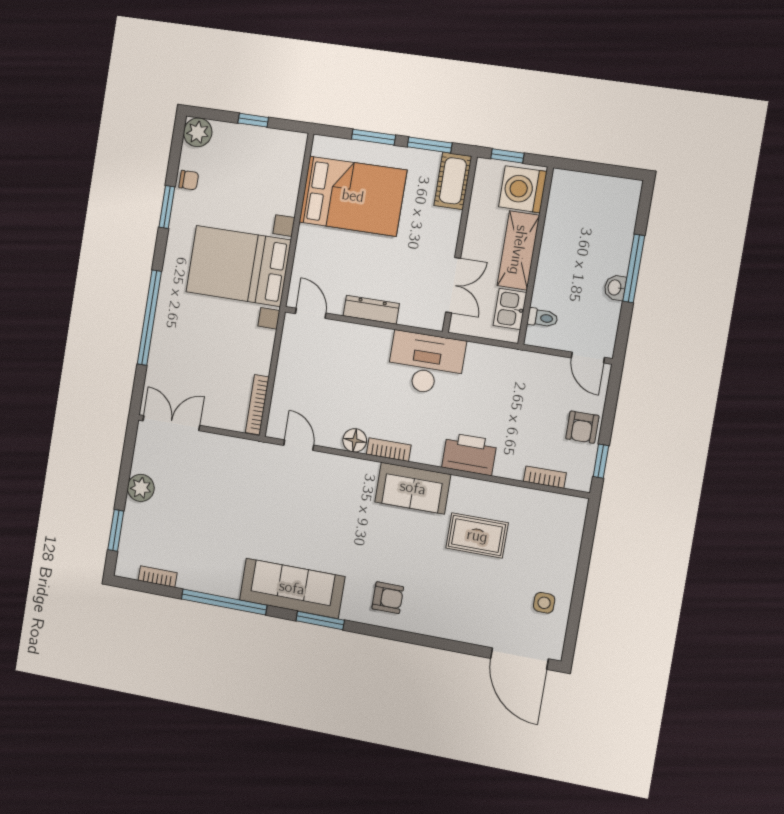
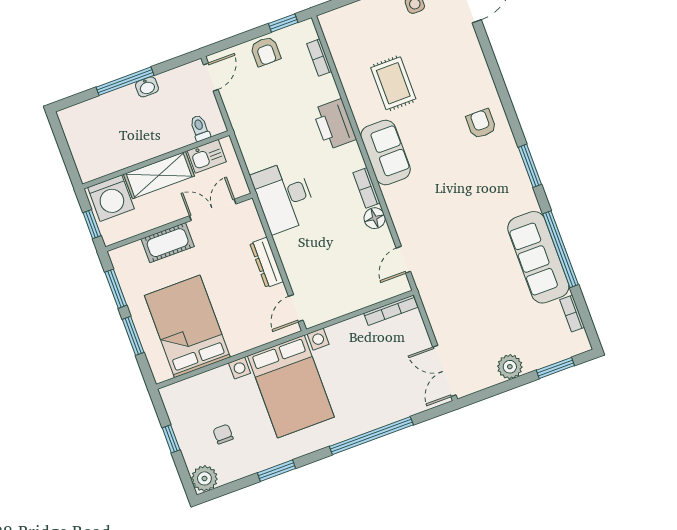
chair: (189, 180) -> (223, 434), moved
cot: (453, 181) -> (168, 243), moved
armchair: (582, 427) -> (265, 51), turned 90
sofa: (292, 588) -> (538, 257), moved

